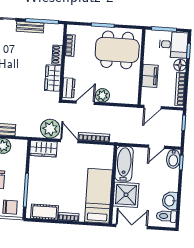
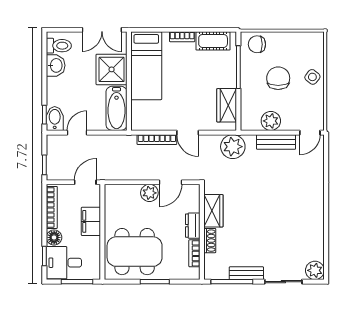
dresser: (69, 88) -> (193, 226), moved
plant: (50, 129) -> (233, 147), moved
wardrobe: (43, 149) -> (227, 105), moved, turned -90

